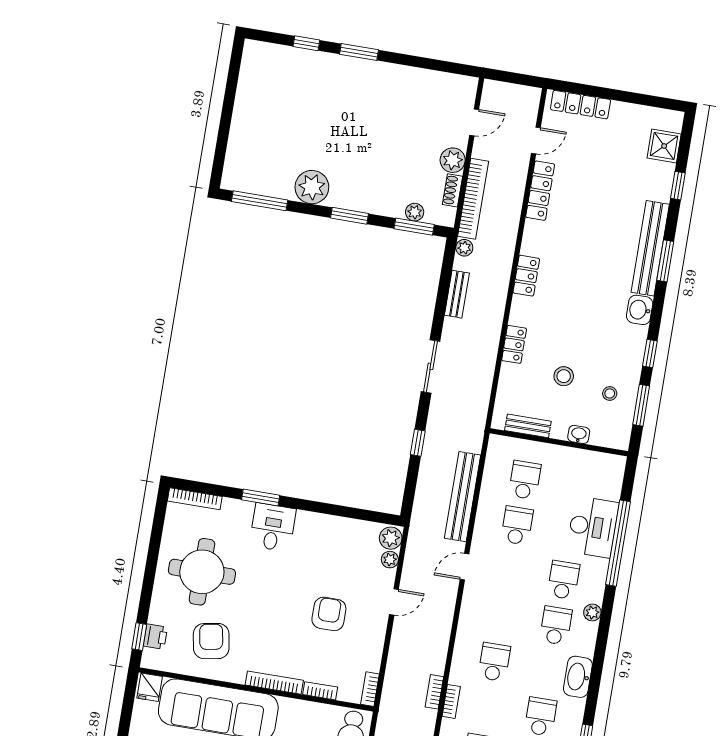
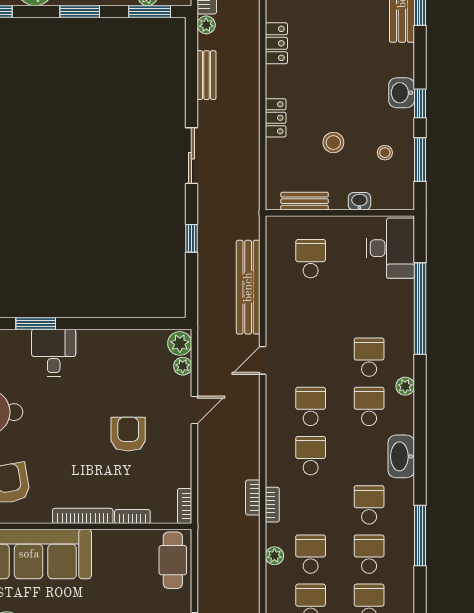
washbasin: (640, 310) -> (402, 93), moved
school desk: (517, 526) -> (311, 406), moved
desk: (593, 527) -> (391, 248), moved

